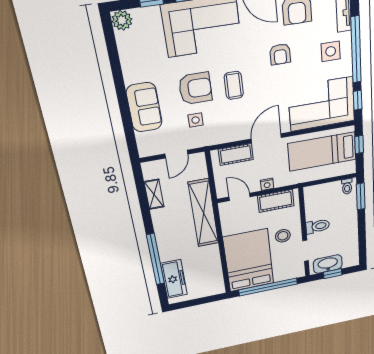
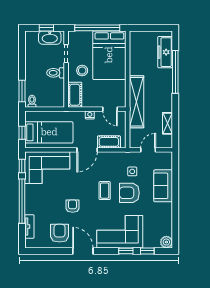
side table: (331, 51) -> (39, 203), removed
cot: (276, 201) -> (75, 95), moved, turned 90

